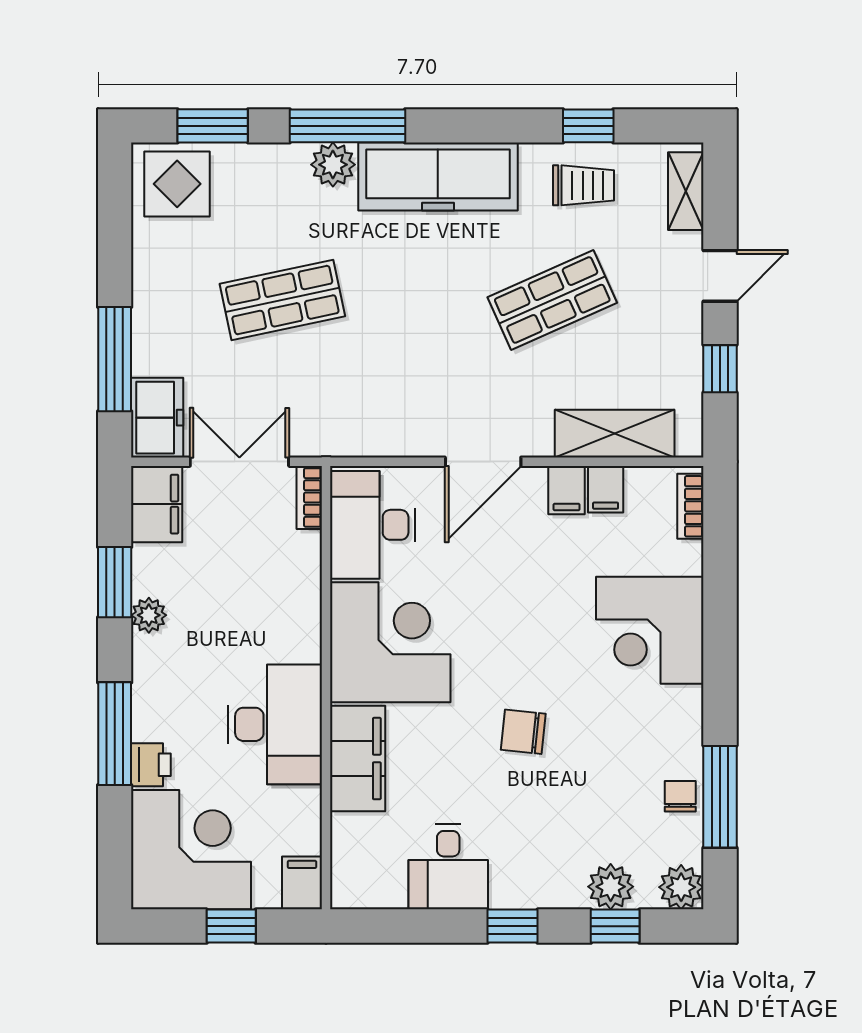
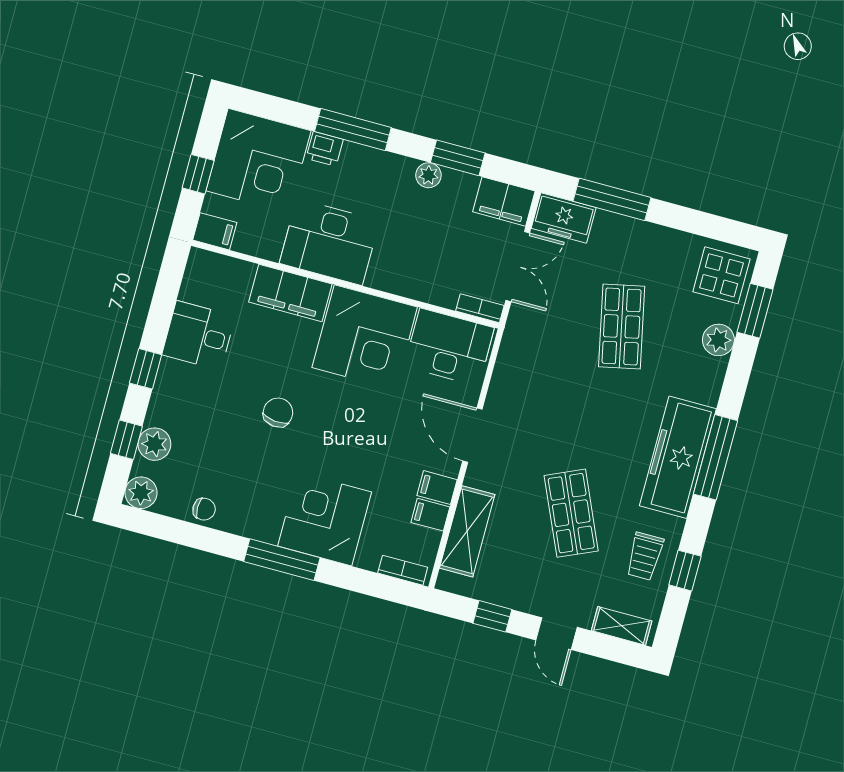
window: (347, 126) -> (716, 457), moved
plant: (333, 165) -> (718, 340), moved
window: (720, 797) -> (282, 560), moved

